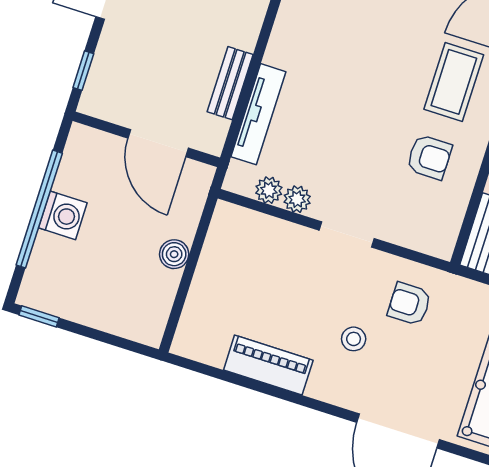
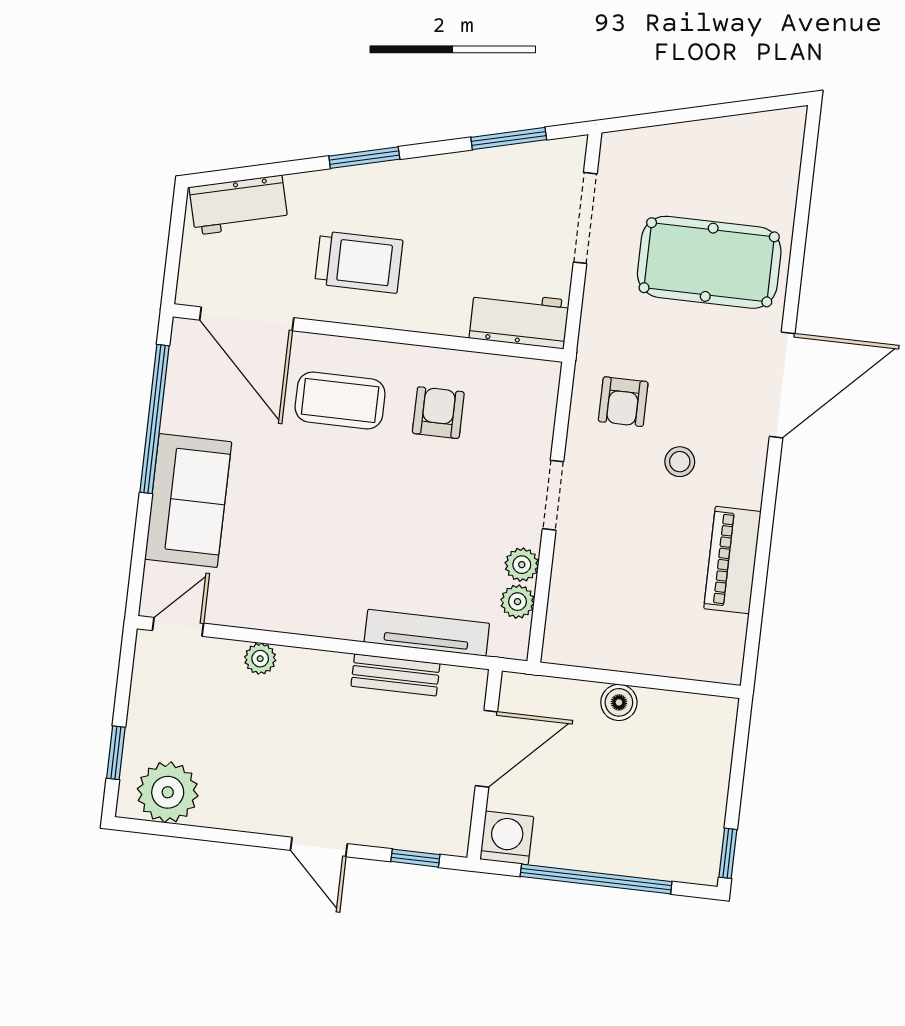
washing machine: (63, 215) -> (507, 838), moved

